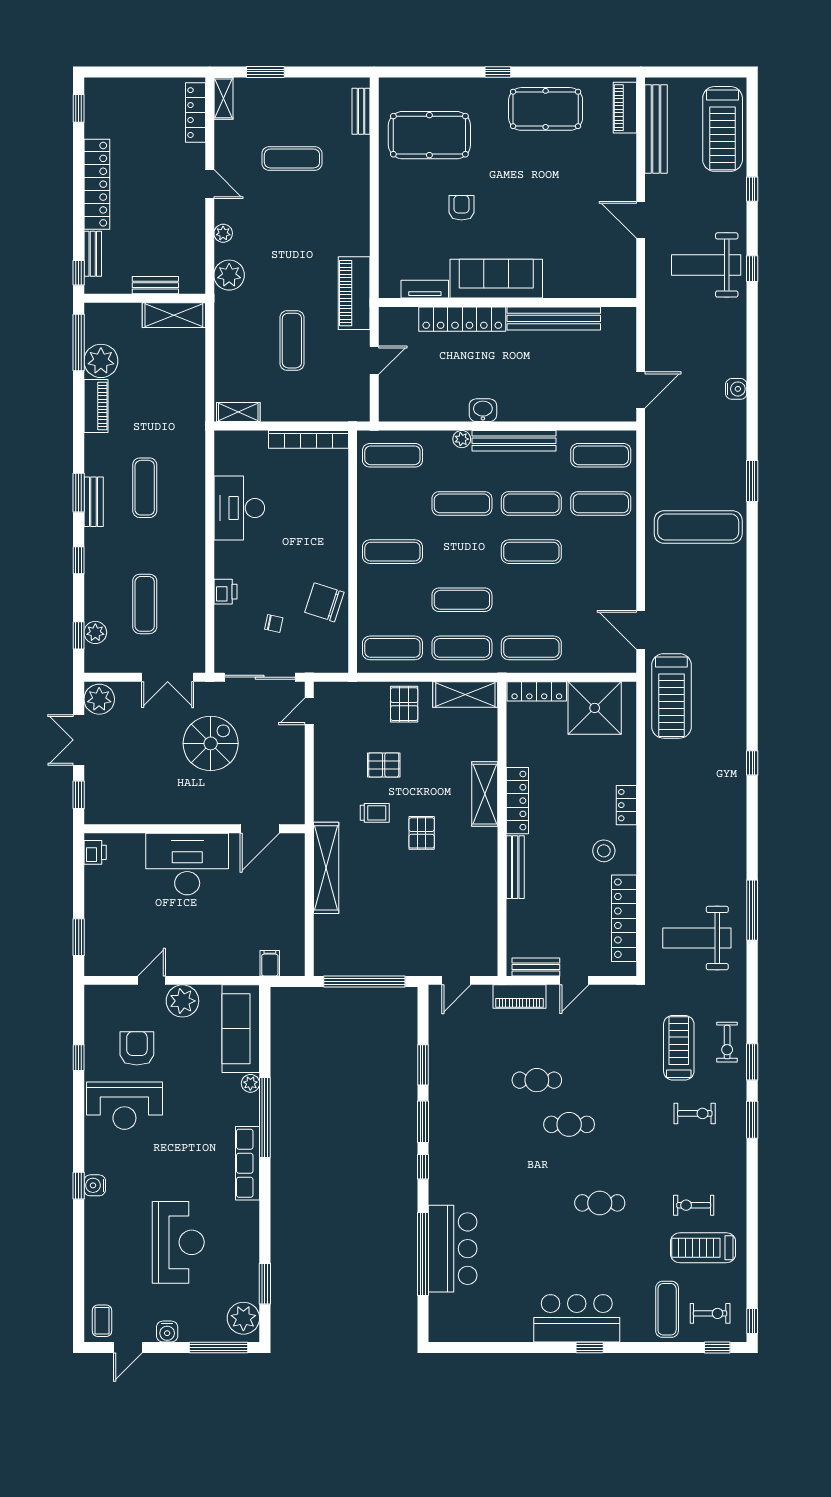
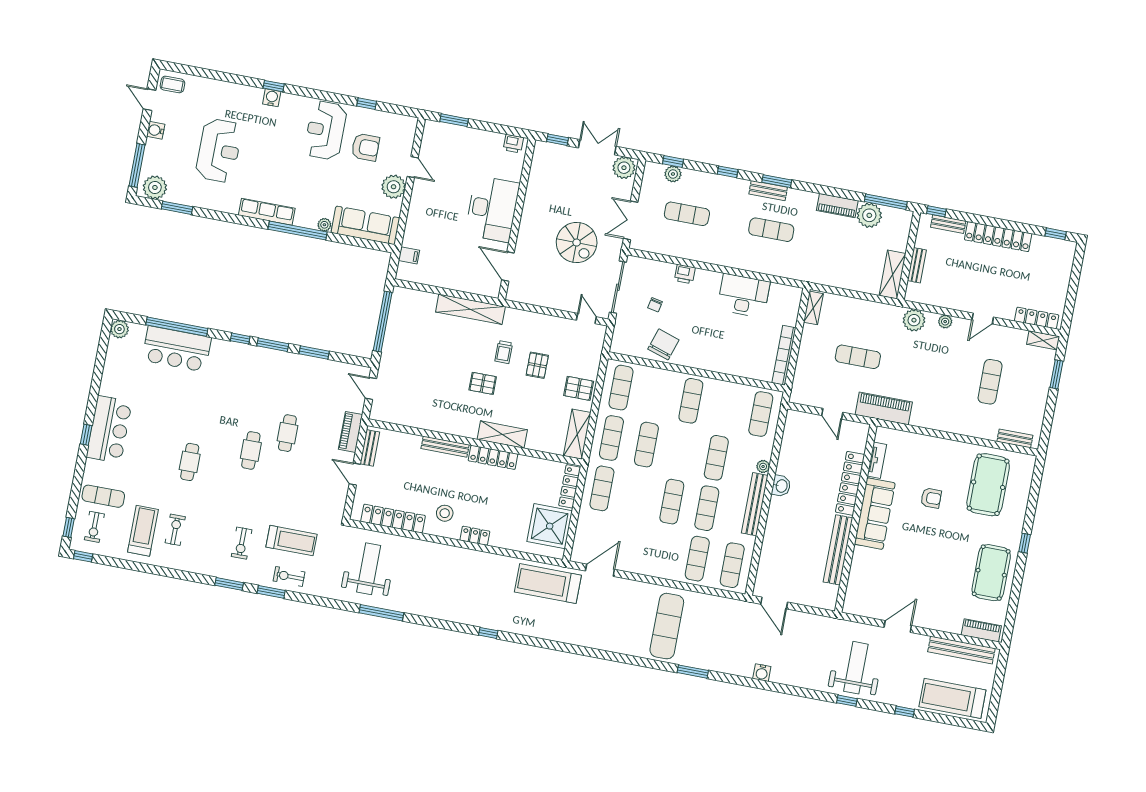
reception desk: (178, 1242) -> (219, 151), turned -90
plant: (441, 1330) -> (119, 329), added

